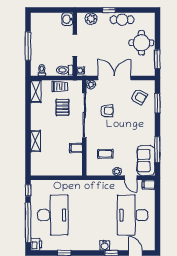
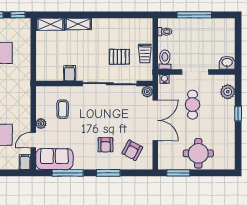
cafe table: (122, 20) -> (192, 105), moved
shelving: (36, 91) -> (50, 24), moved
window: (157, 103) -> (108, 173), moved
armchair: (107, 111) -> (106, 145), moved

